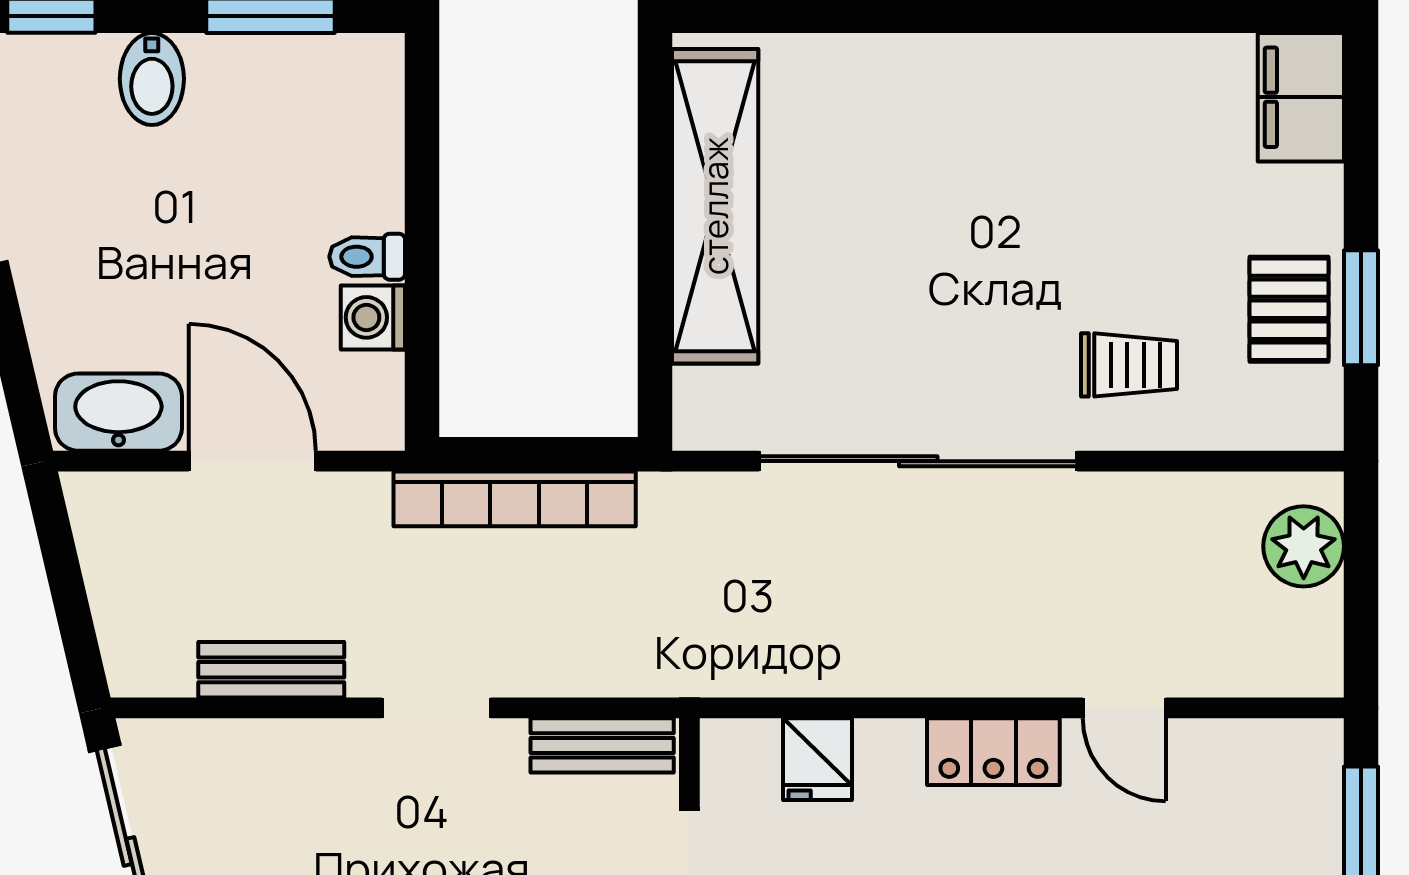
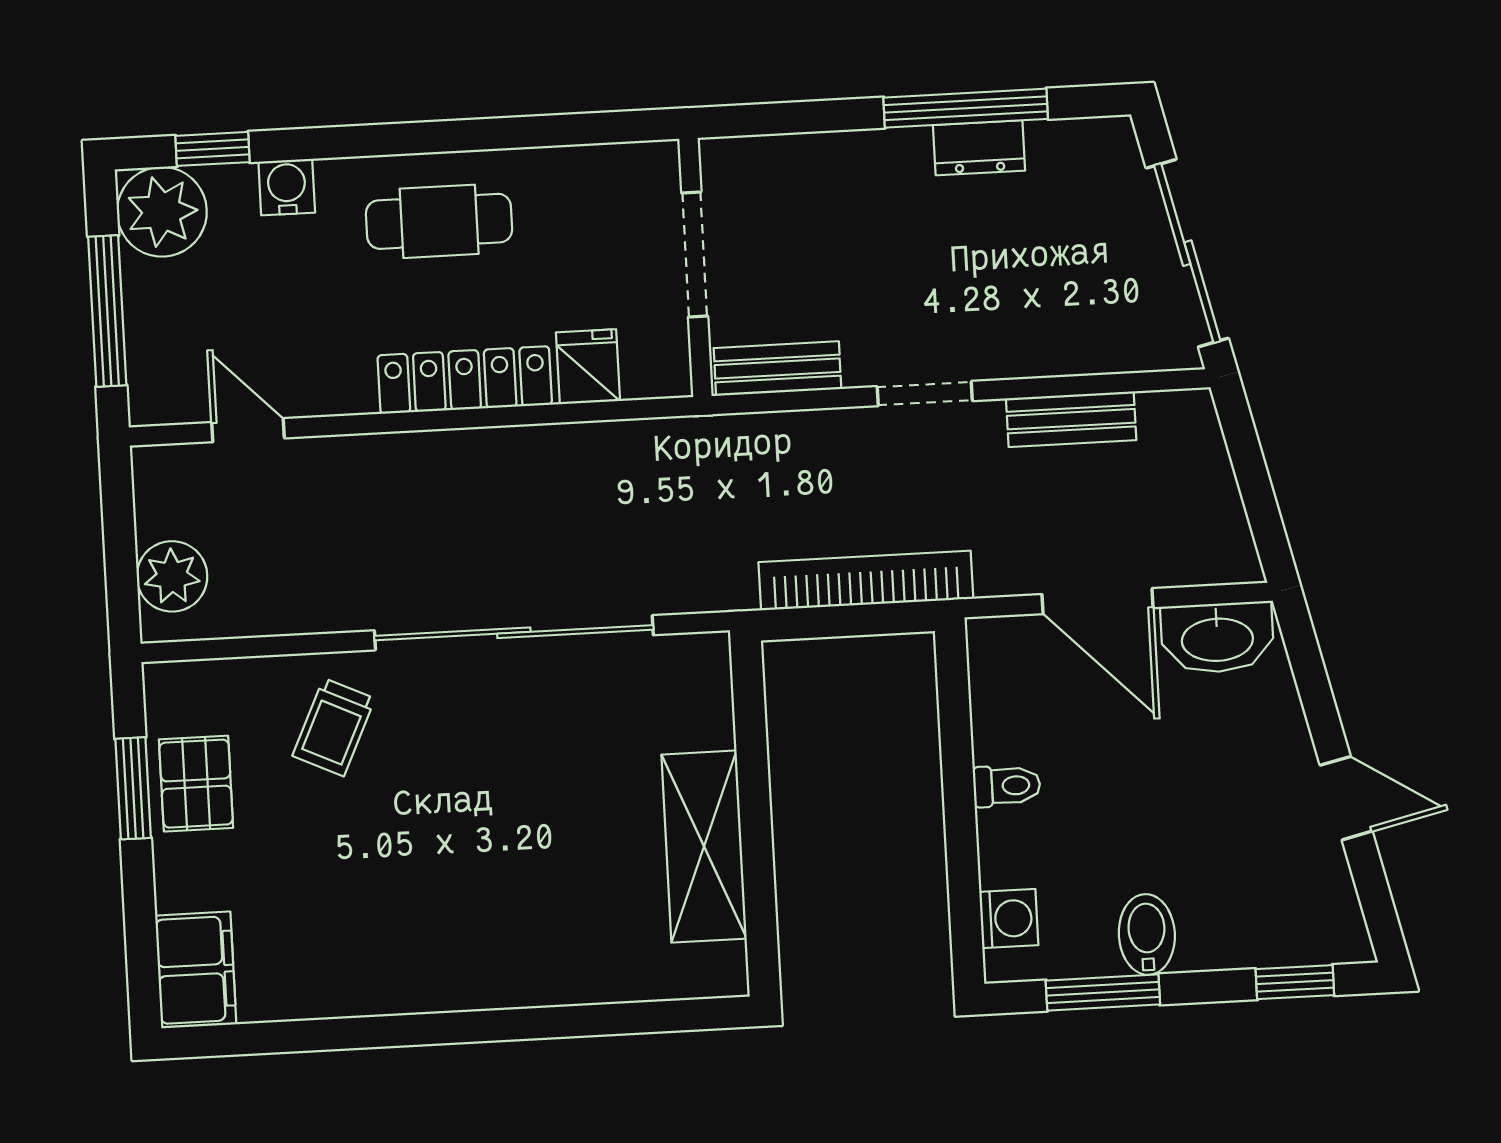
bidet: (152, 79) -> (1147, 934), moved
shelving: (715, 206) -> (704, 847), width x0.68
washing machine: (373, 317) -> (1009, 919), moved
trolley: (1129, 365) -> (334, 727), turned -65
door: (1124, 708) -> (248, 430), moved
locker: (993, 752) -> (465, 380), width x1.53

